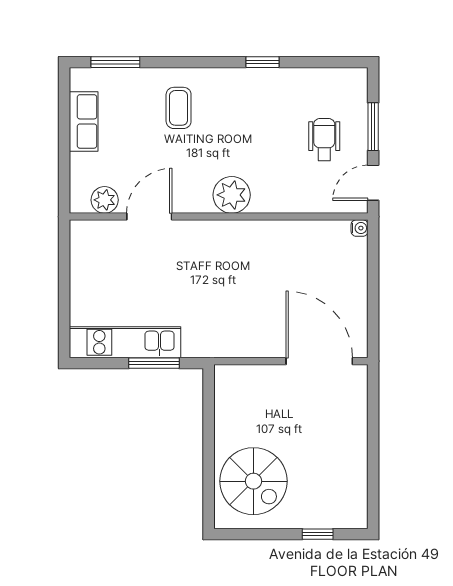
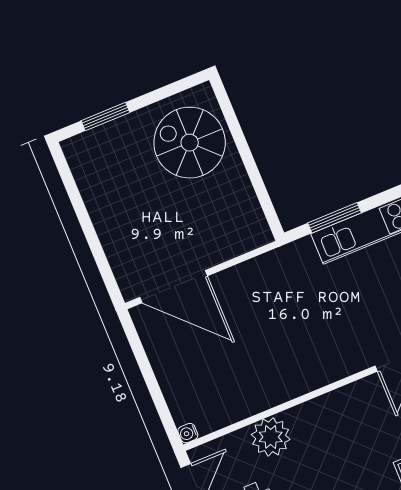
plant: (232, 195) -> (271, 437), moved
window: (318, 534) -> (105, 117), width x1.50

